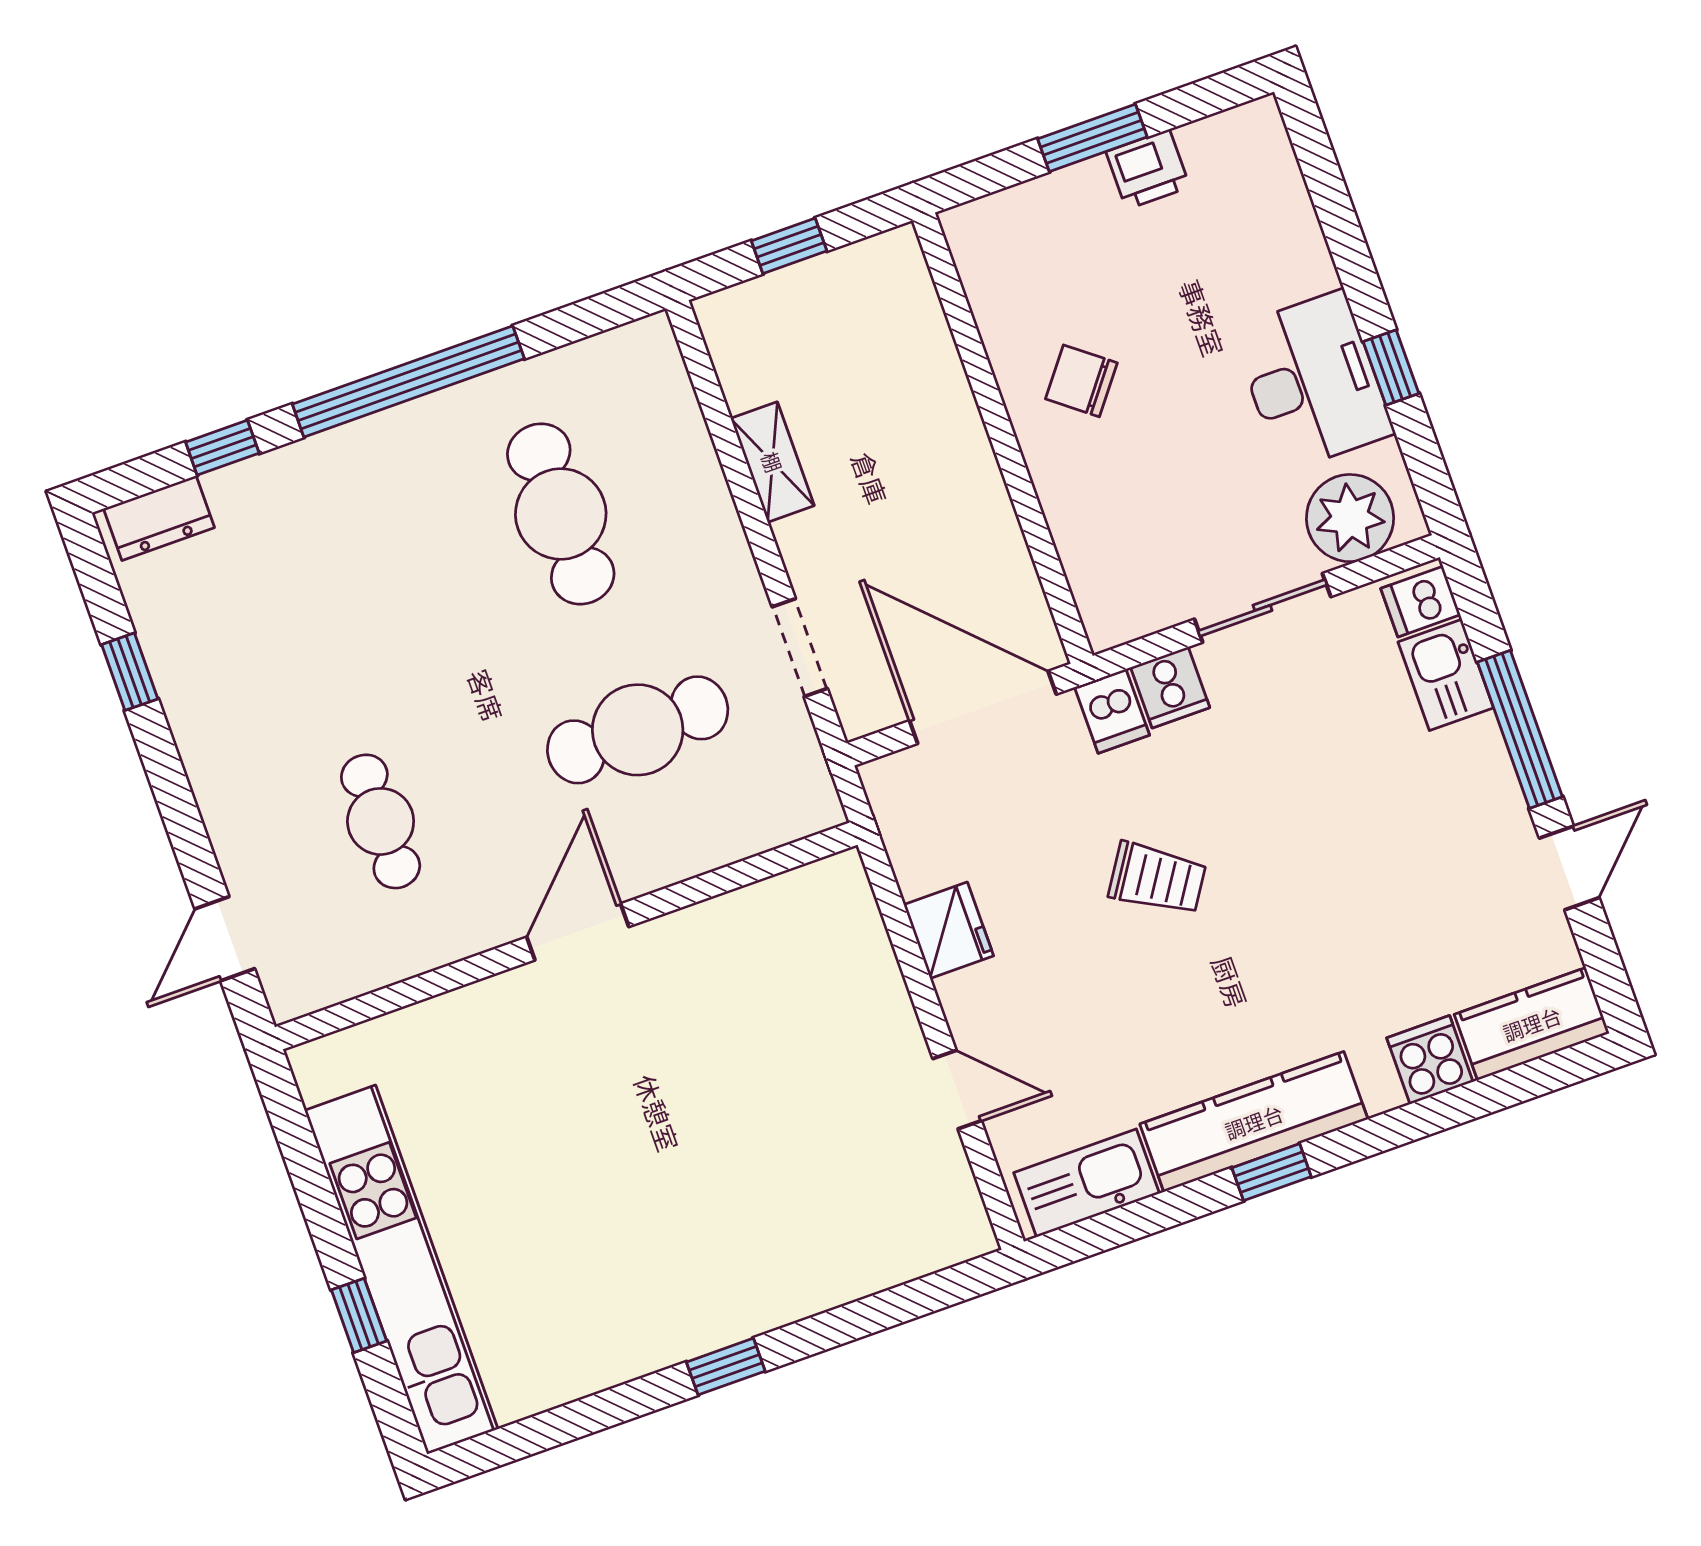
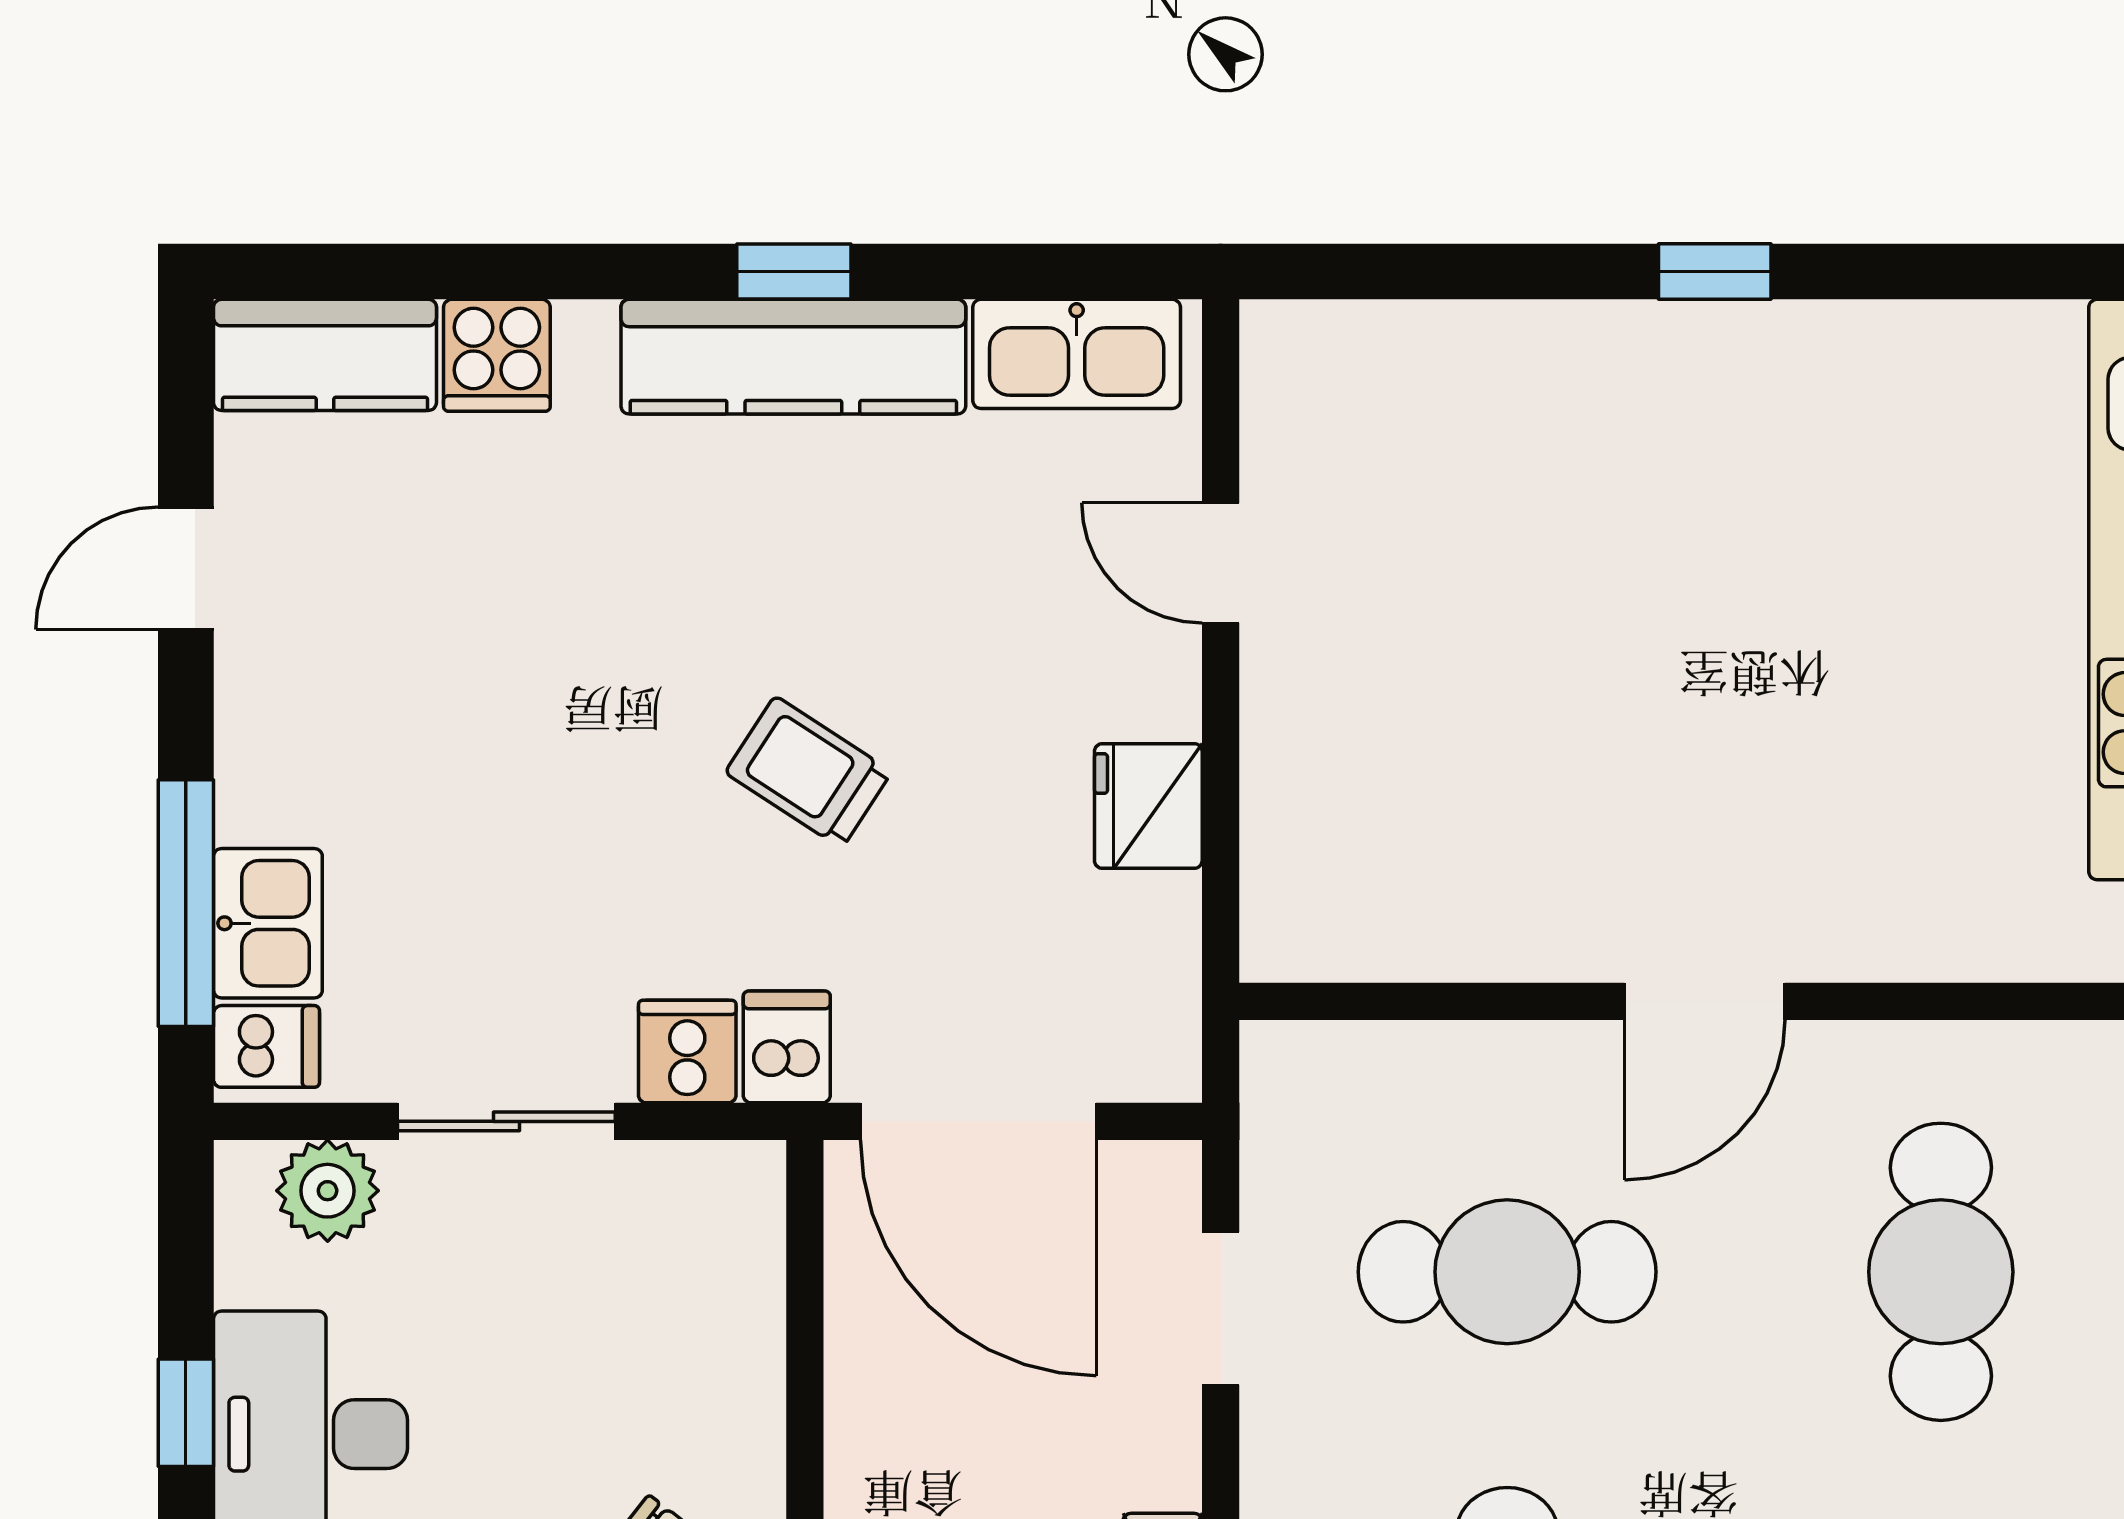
plant: (1350, 518) -> (328, 1191), width x0.73, depth x0.73
window: (1520, 729) -> (186, 903), moved
cafe table: (381, 821) -> (1941, 1272), width x1.37, depth x1.35

